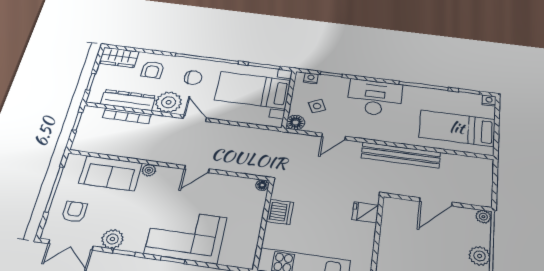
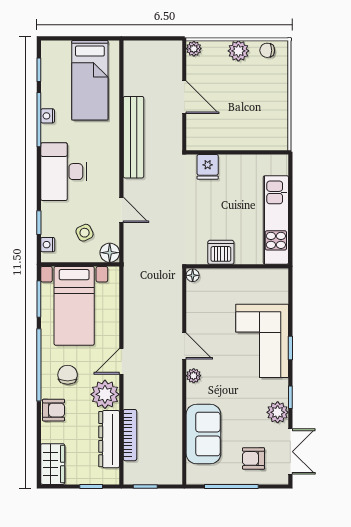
armchair: (152, 70) -> (54, 410), moved
nightstand: (489, 101) -> (48, 116), moved
plant: (149, 170) -> (194, 376), moved

